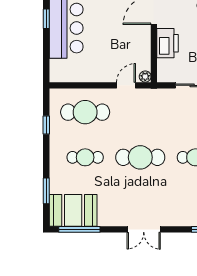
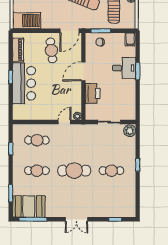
cafe table: (85, 112) -> (37, 140), width x0.73, depth x0.74

